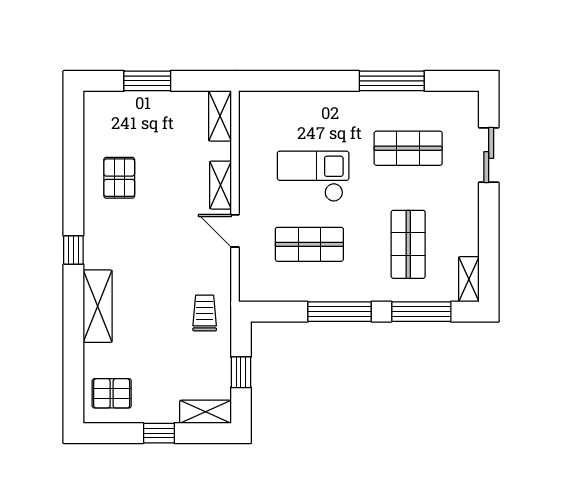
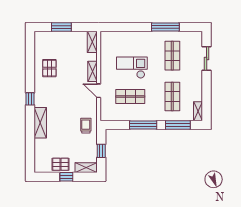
shop shelf: (408, 148) -> (172, 56), turned 90
pallet: (112, 393) -> (61, 164), moved

